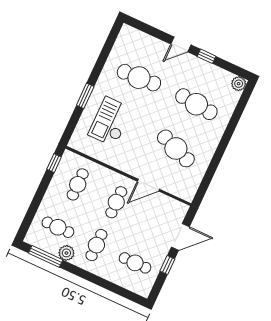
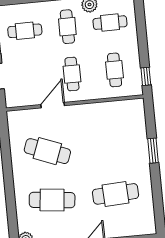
checkout: (110, 122) -> (118, 141), removed

